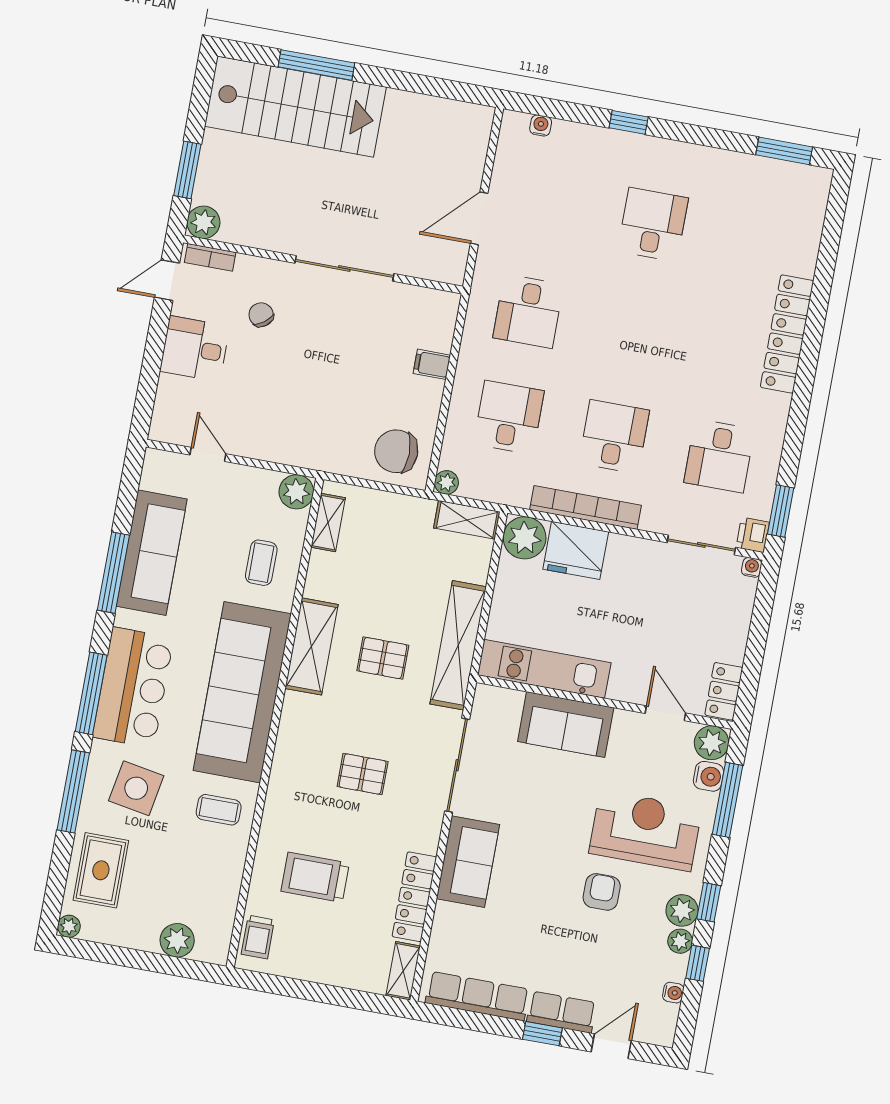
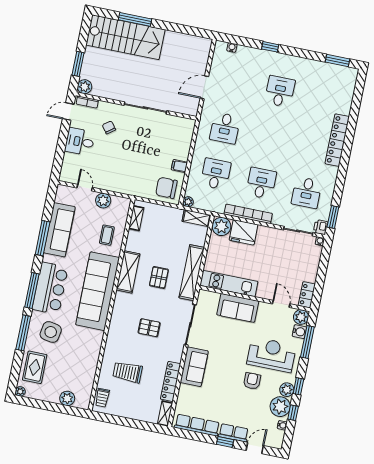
filing cabinet: (432, 364) -> (179, 166), moved
plant: (296, 492) -> (103, 201), moved
pallet: (383, 658) -> (159, 277), turned 90
coffee table: (219, 810) -> (86, 342), removed
plant: (680, 941) -> (280, 407), width x1.88, depth x1.88

